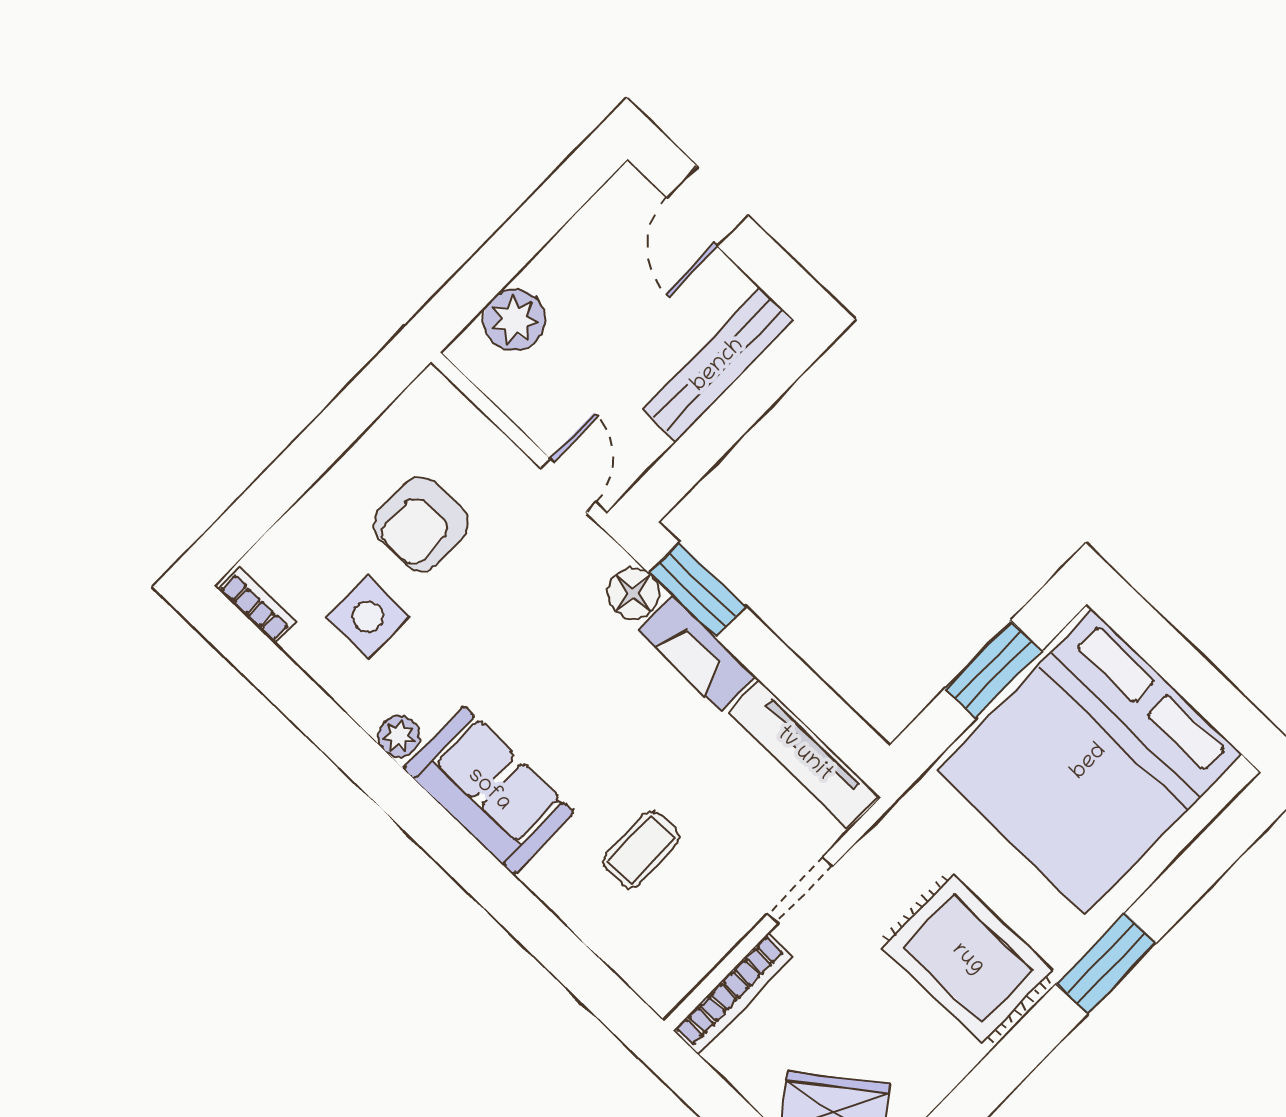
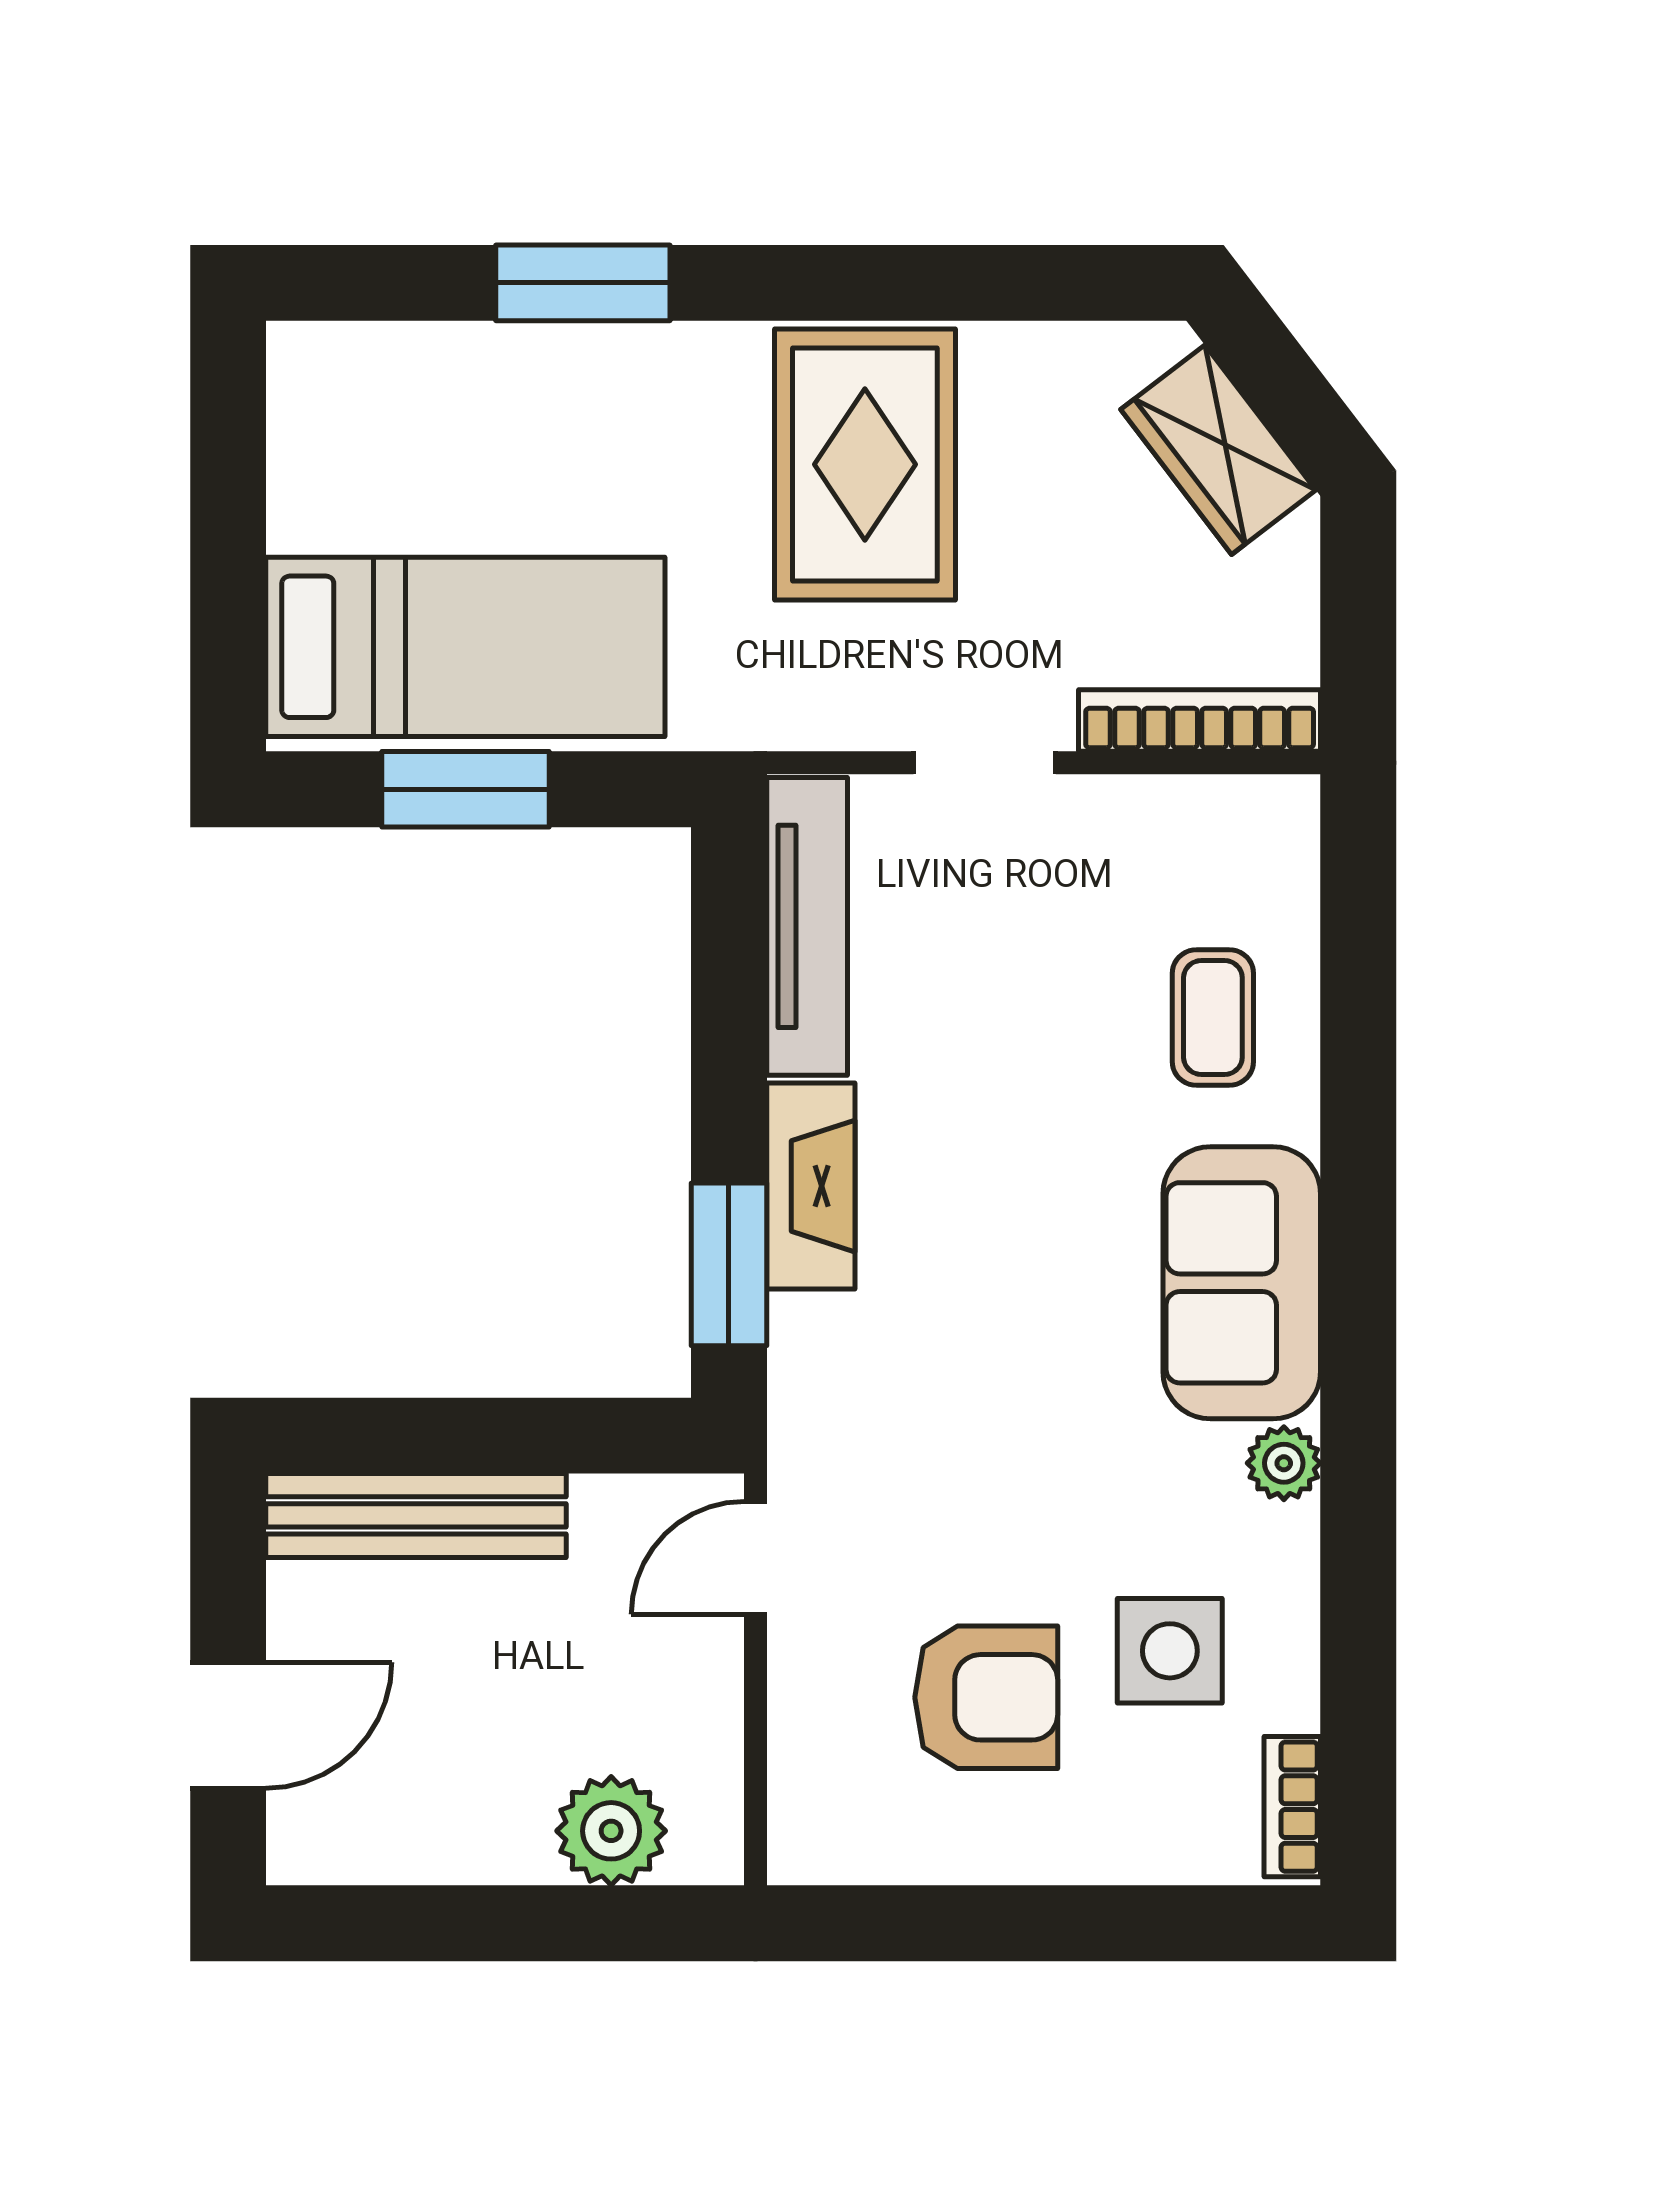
floor lamp: (633, 593) -> (812, 1342), removed
bed: (1089, 762) -> (465, 647), width x0.49
coffee table: (641, 850) -> (1213, 1017), moved, turned 90
window: (1106, 963) -> (583, 283), moved

